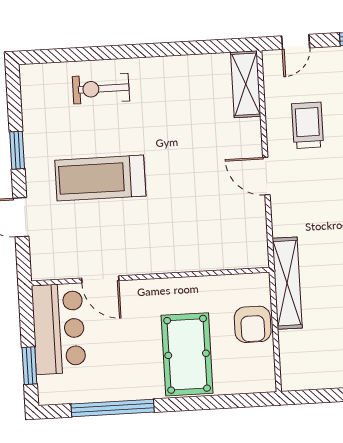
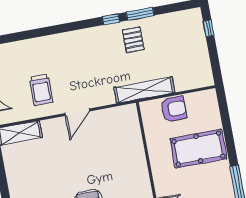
trolley: (308, 125) -> (41, 90), turned -90

